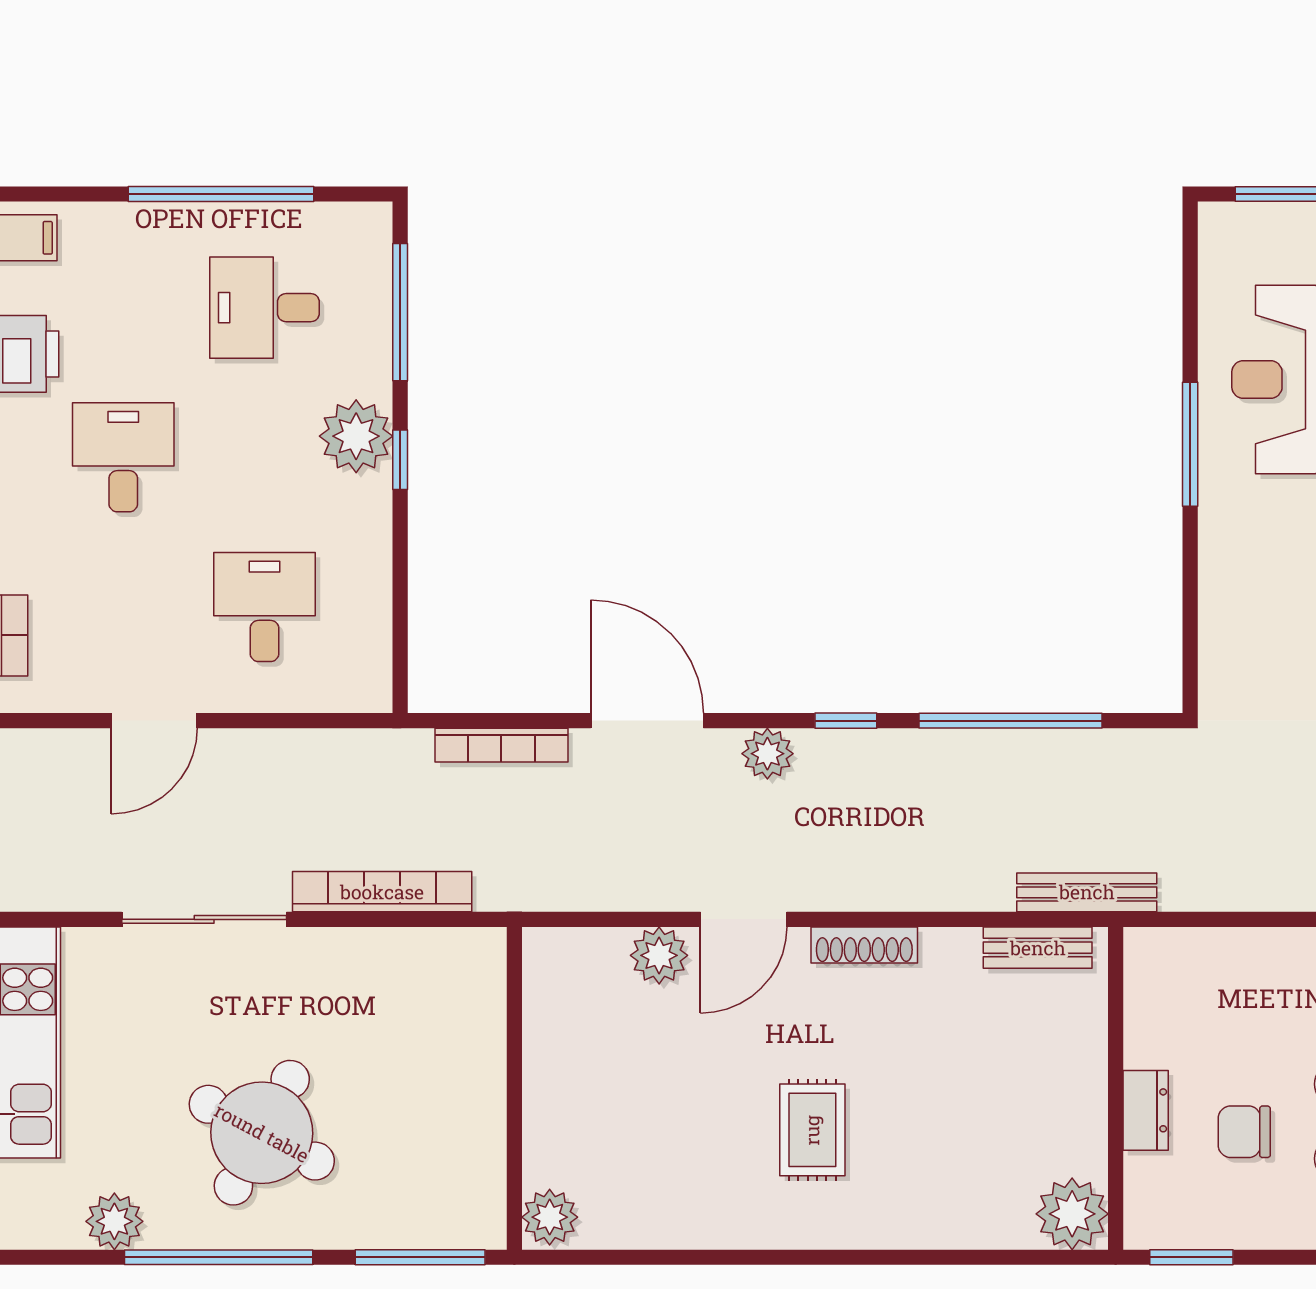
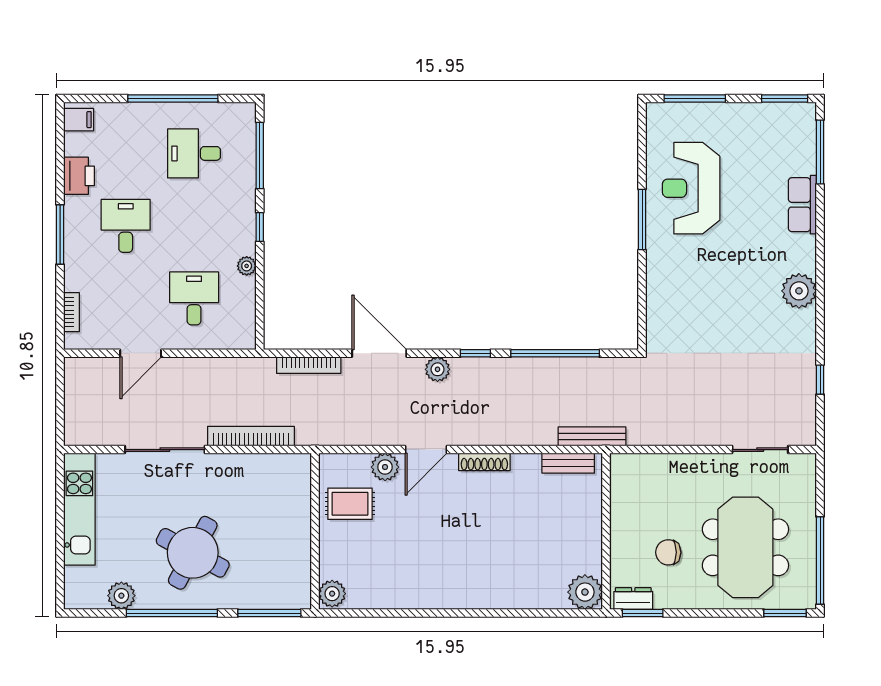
plant: (356, 436) -> (247, 266), moved, width x0.53, depth x0.53
dresser: (1146, 1110) -> (633, 599), moved, turned -90
rug: (812, 1130) -> (350, 504), moved, turned 90

